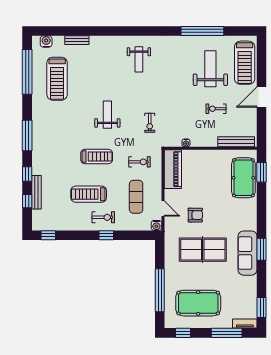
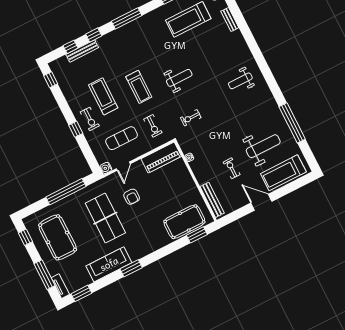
sofa: (248, 253) -> (109, 264), moved
window: (160, 290) -> (66, 192), moved

